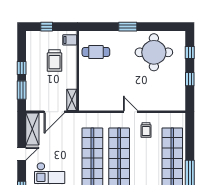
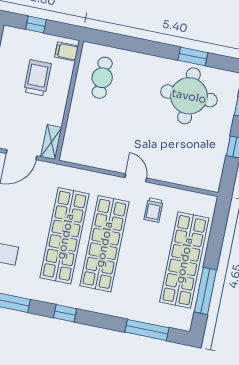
window: (128, 27) -> (193, 56), moved
cafe table: (96, 52) -> (102, 78), turned 90
trolley: (55, 61) -> (37, 78), turned 180

